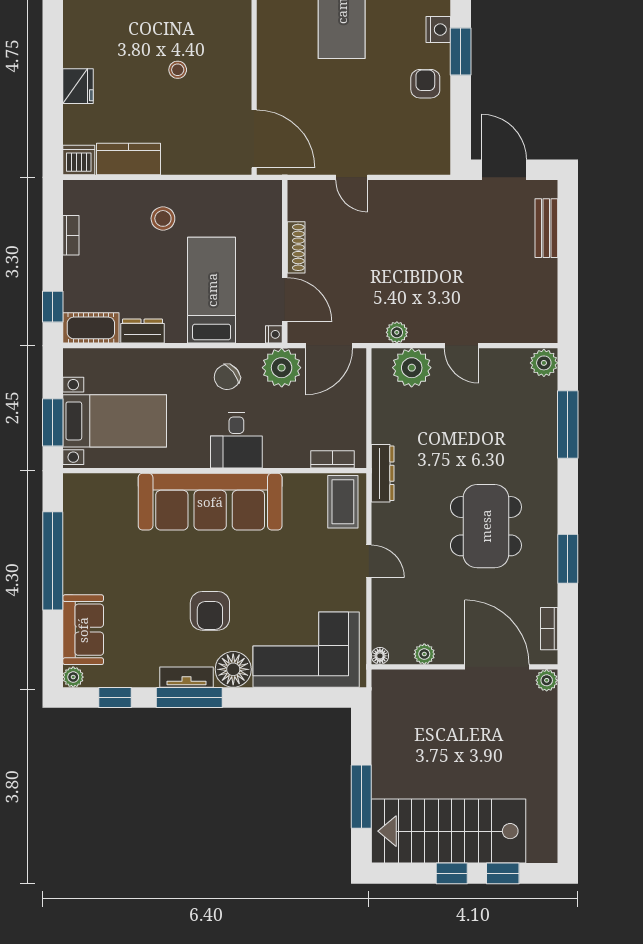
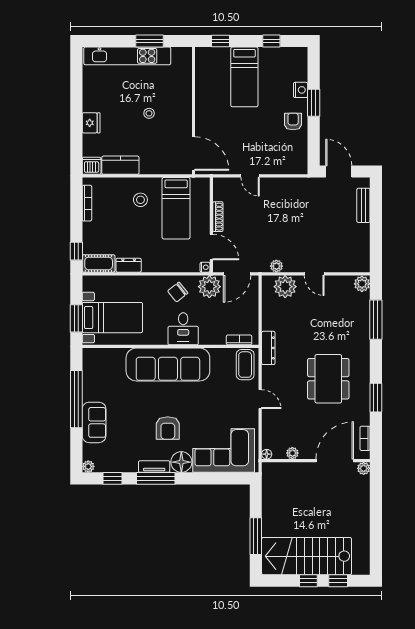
bookcase: (71, 235) -> (87, 203), width x1.56
bed: (212, 290) -> (176, 208), moved, turned 180
sofa: (83, 630) -> (94, 422), moved
door: (497, 667) -> (335, 461), hinge flipped

